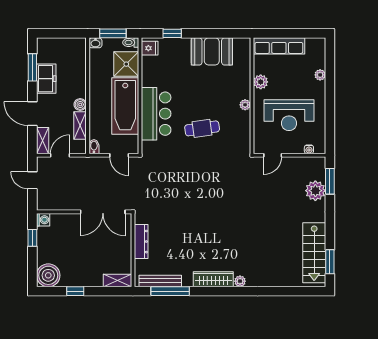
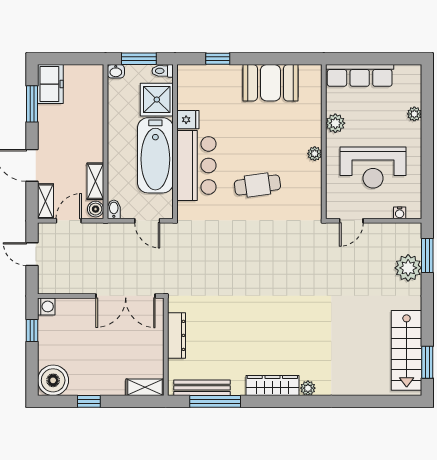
fridge: (150, 48) -> (188, 120), moved
freezer: (46, 79) -> (50, 84), moved
boiler: (80, 105) -> (96, 209), moved

